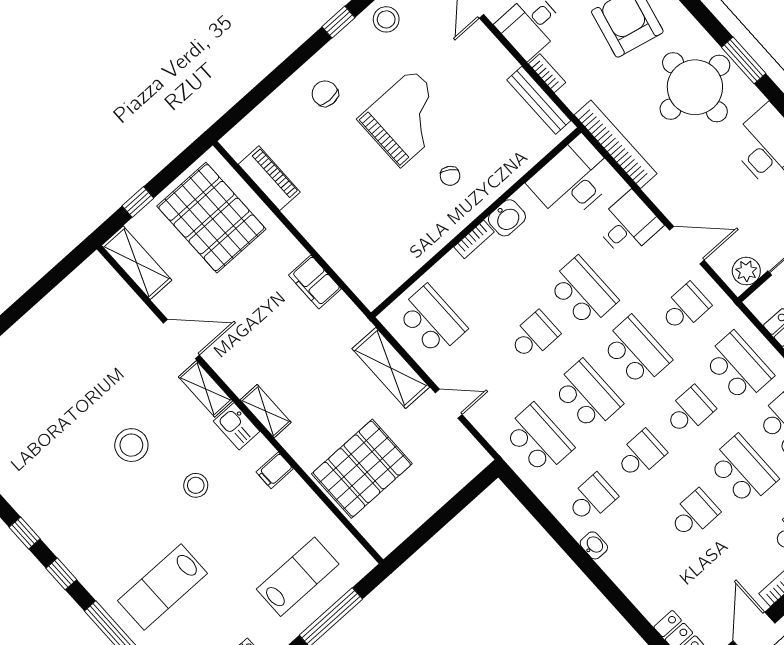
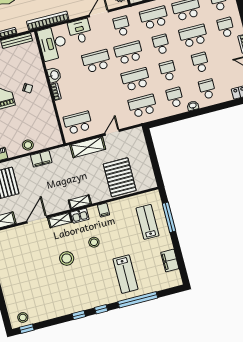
stool: (330, 239) -> (28, 145), added
school desk: (534, 336) -> (207, 89), moved

